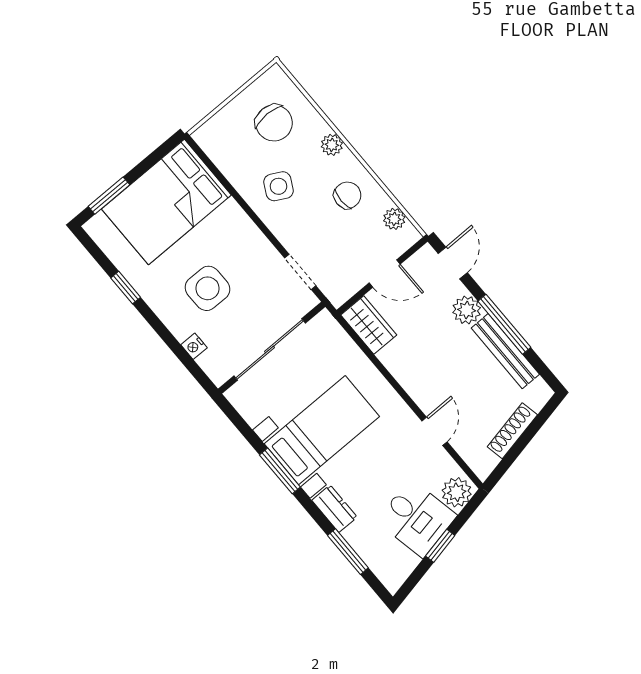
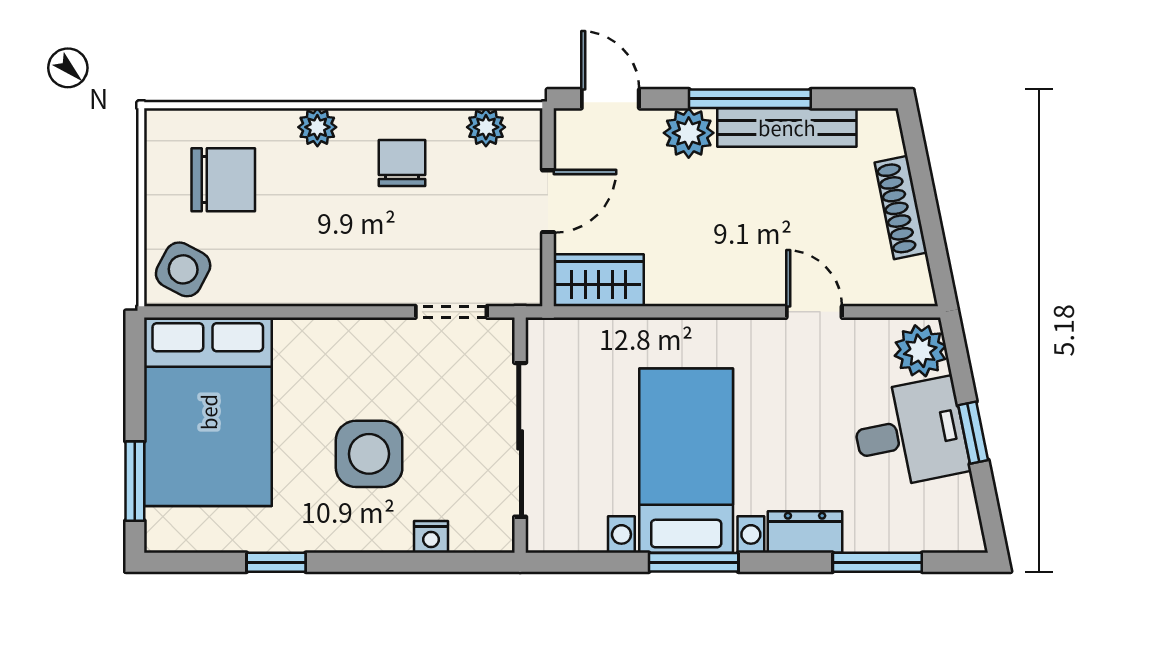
side table: (279, 186) -> (183, 269), moved

